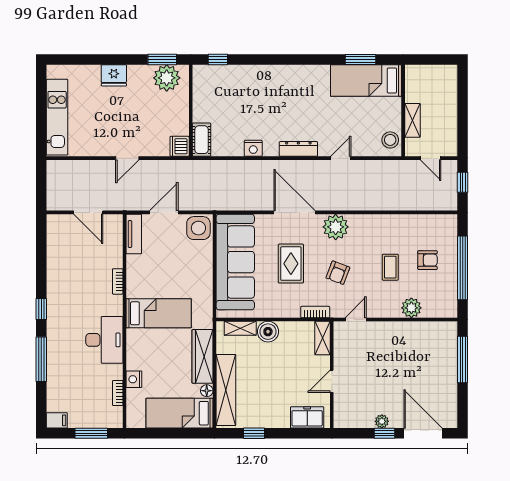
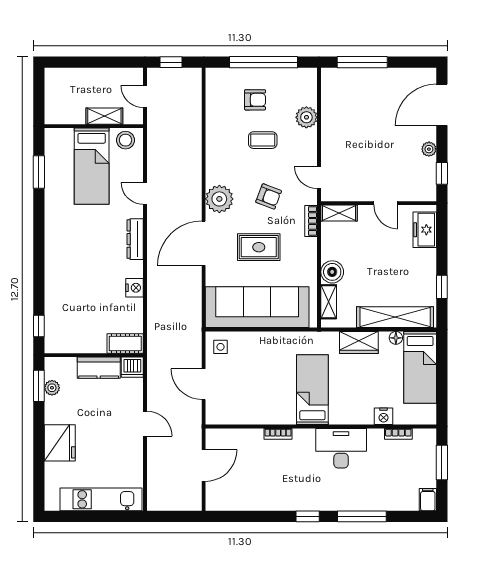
fridge: (114, 75) -> (60, 443), width x1.36, depth x1.34
plant: (167, 78) -> (52, 388), width x0.53, depth x0.53
bed: (366, 81) -> (92, 166), moved
kitchen counter: (179, 115) -> (99, 368), added
door: (431, 158) -> (145, 97), swing flipped
side table: (198, 228) -> (221, 347), width x0.54, depth x0.54
tv unit: (134, 234) -> (227, 417), removed
armchair: (428, 260) -> (255, 100), turned 90
wardrobe: (202, 356) -> (359, 343), width x0.67
window: (384, 433) -> (442, 173), moved

